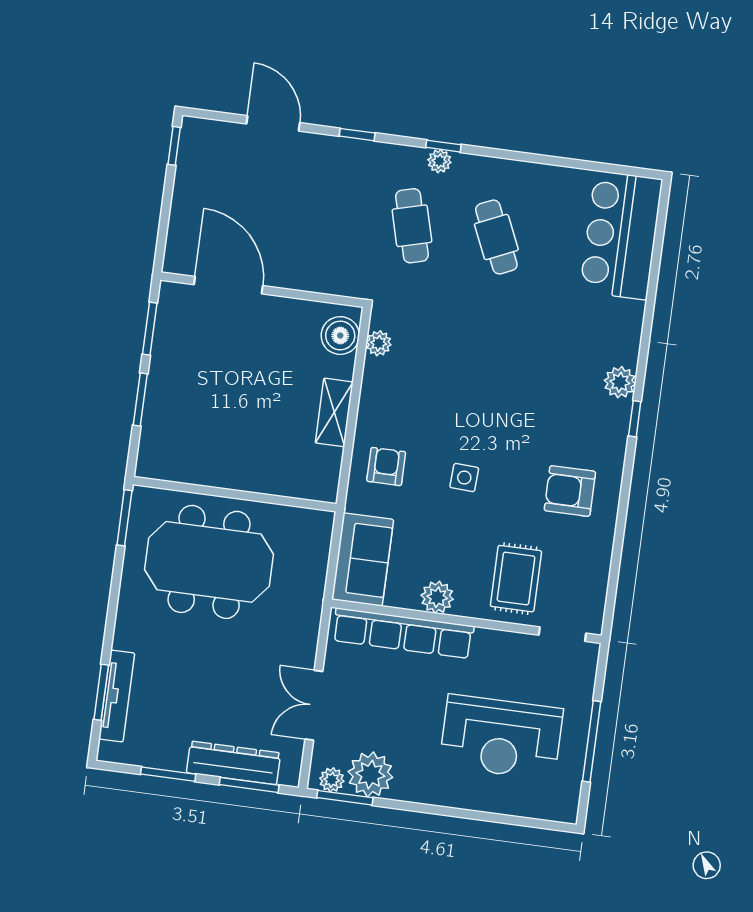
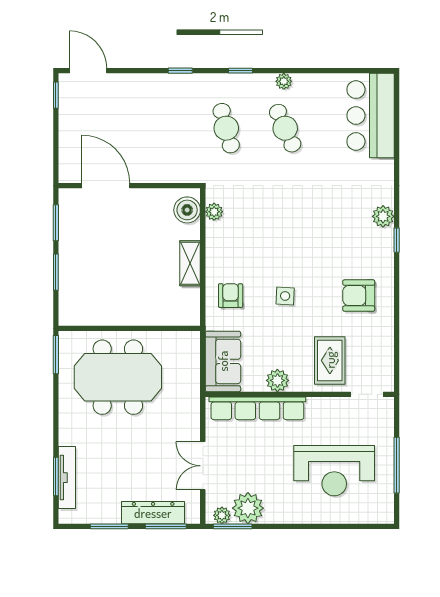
door: (273, 123) -> (88, 71), moved
plant: (439, 161) -> (284, 81), moved

